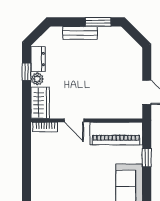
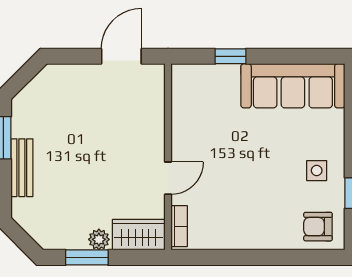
dresser: (38, 59) -> (66, 238), removed
window: (27, 72) -> (87, 257), width x1.50
piano: (116, 133) -> (190, 108), removed

